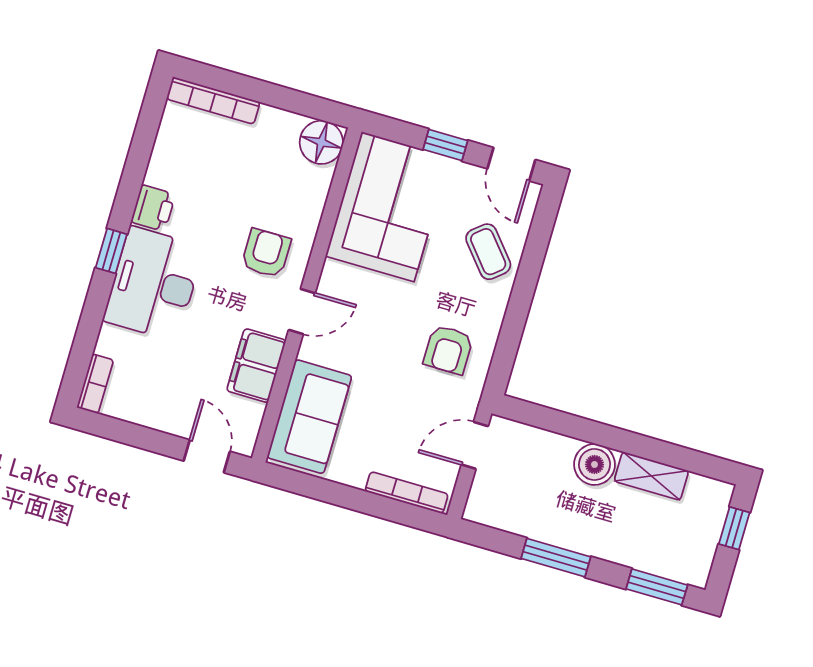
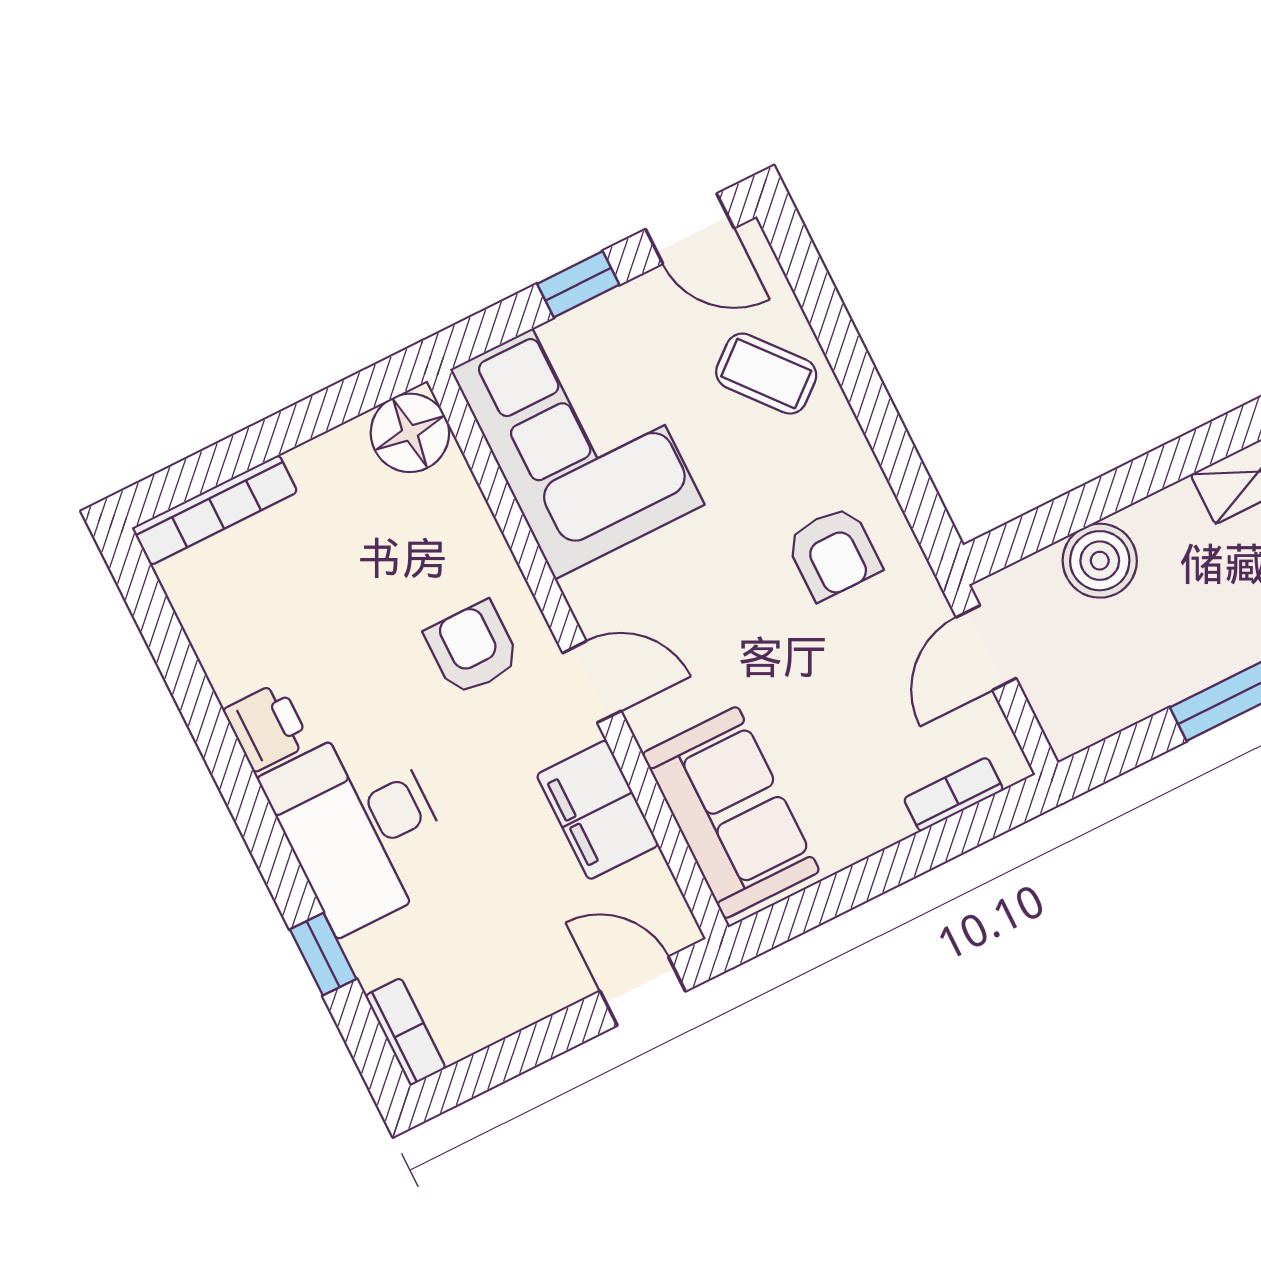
window: (111, 251) -> (323, 954), moved
door: (302, 312) -> (592, 682), hinge flipped
boiler: (595, 464) -> (1100, 561), moved
bookcase: (407, 493) -> (953, 794), width x0.64

